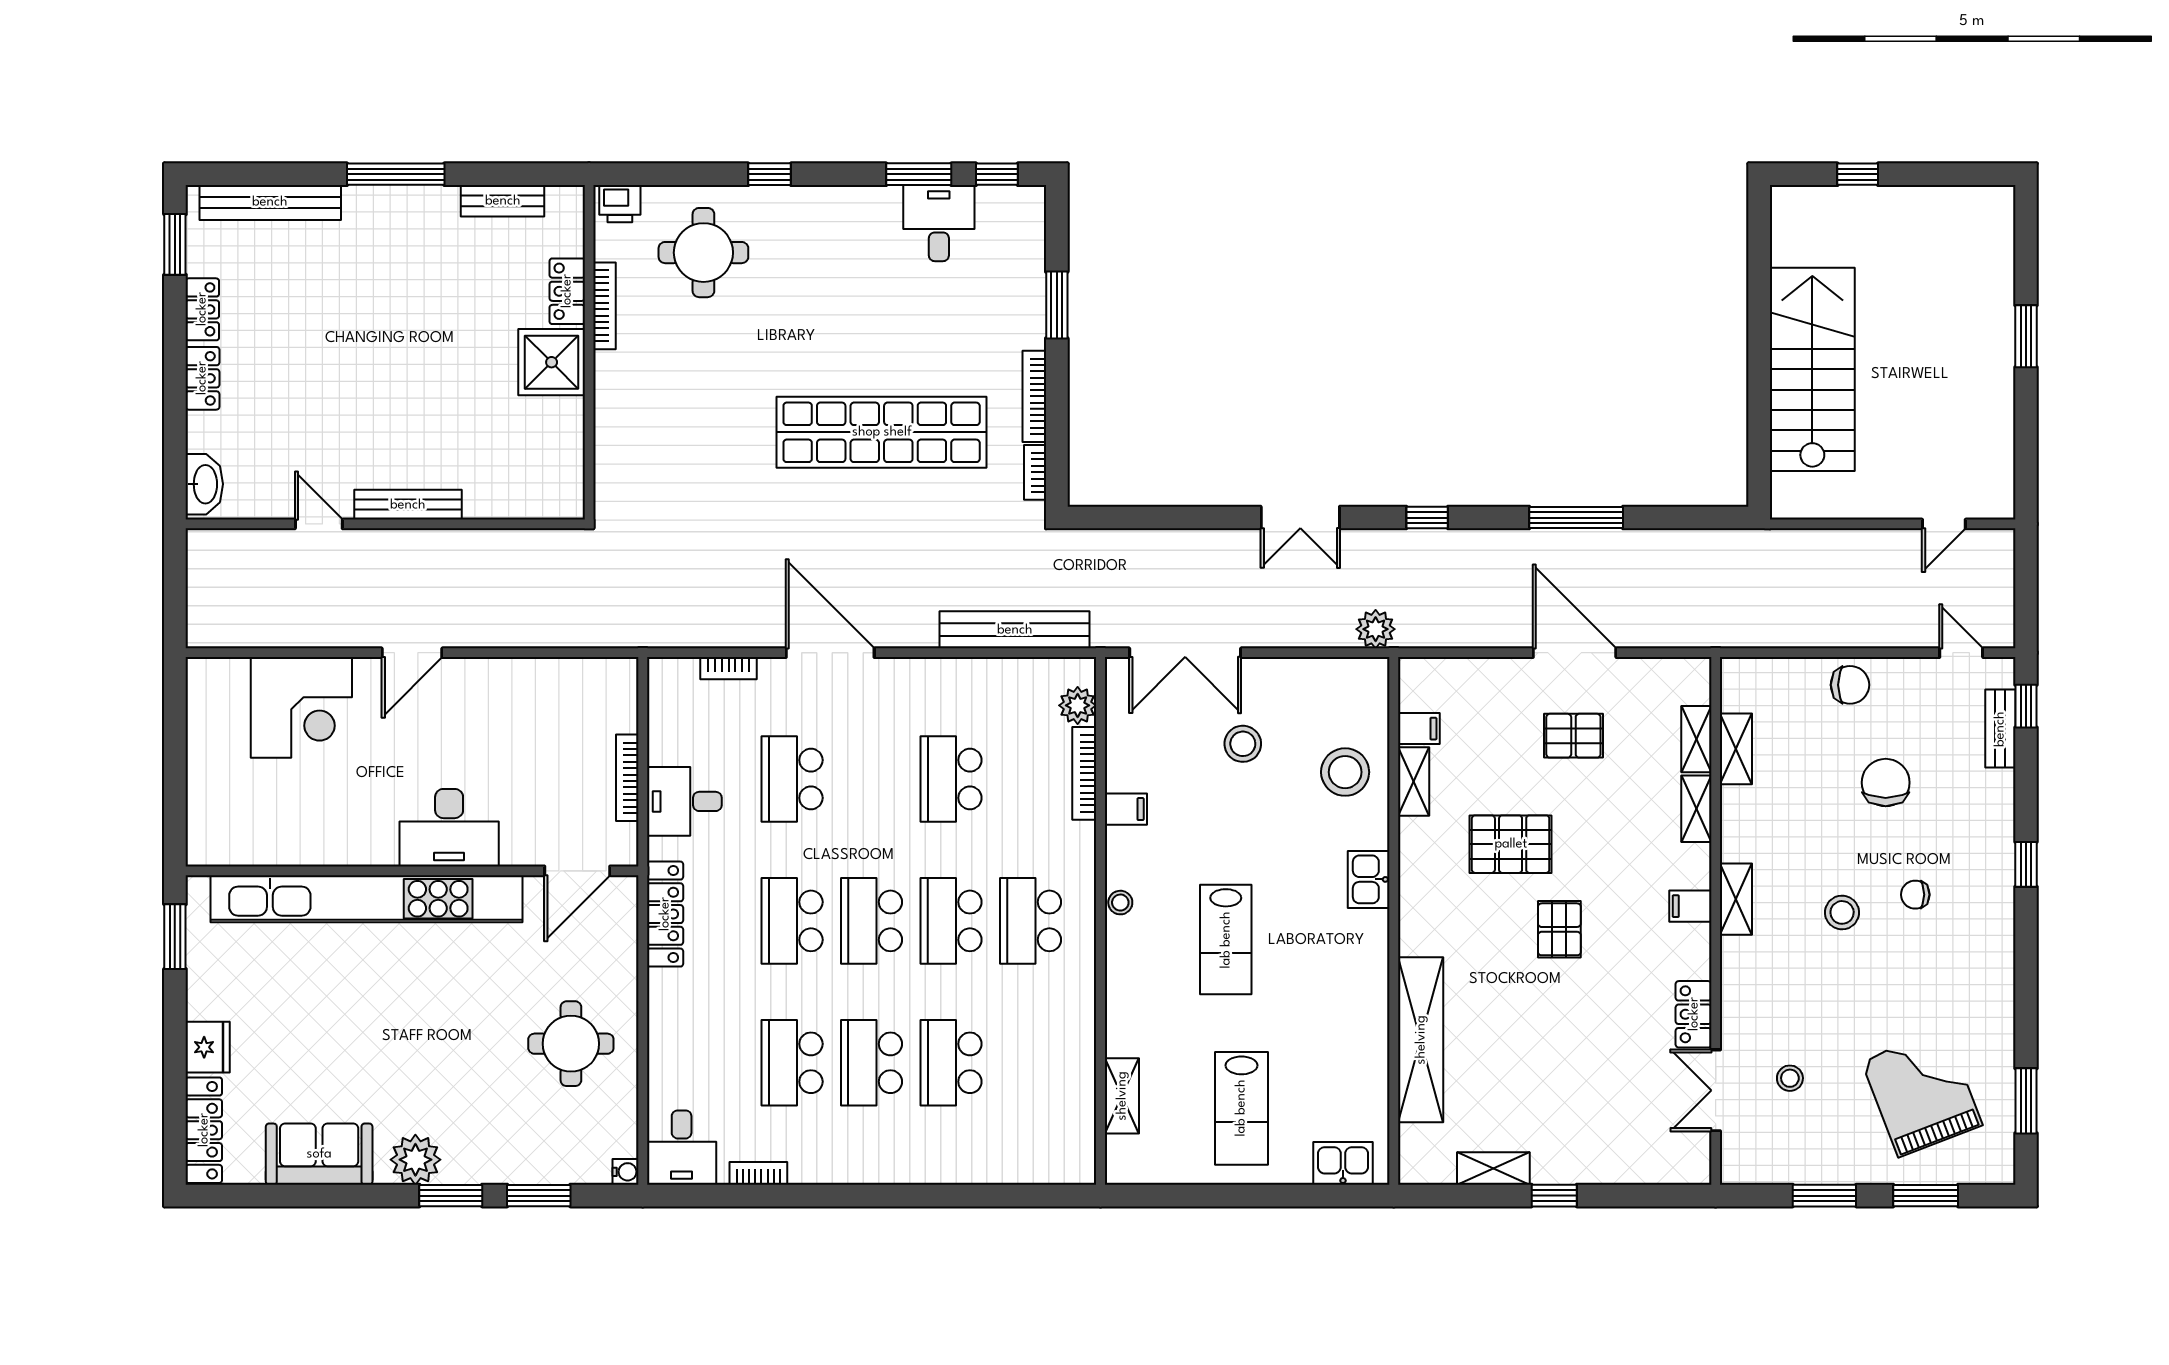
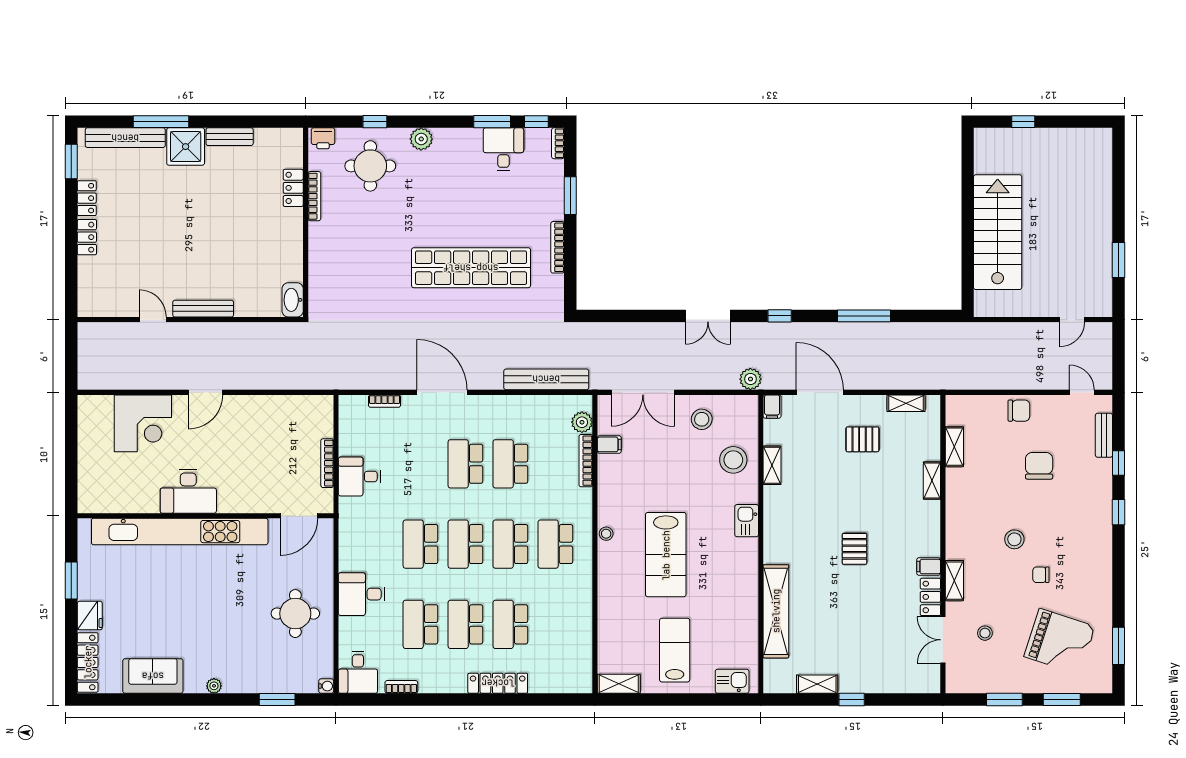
window: (396, 174) -> (161, 122), moved
window: (770, 174) -> (375, 122), moved
bench: (503, 201) -> (230, 137), moved
plant: (793, 205) -> (421, 139), added
window: (2026, 336) -> (1118, 260), moved
shower: (552, 362) -> (186, 147), moved
bookcase: (1035, 472) -> (558, 143), moved
washbasin: (204, 484) -> (293, 300), moved, turned 180
door: (1575, 653) -> (820, 392), moved
window: (2026, 706) -> (1118, 463), moved
filing cabinet: (1419, 729) -> (772, 407), moved, turned 90
shelving: (1696, 739) -> (906, 403), moved, turned 90
stool: (1243, 744) -> (702, 419), moved
school desk: (792, 779) -> (465, 464), moved
filing cabinet: (1126, 809) -> (609, 444), moved
desk: (449, 828) -> (188, 491), moved
pallet: (1511, 844) -> (827, 501), removed
chair: (1915, 895) -> (1041, 575), moved
shelving: (1736, 899) -> (954, 581), moved
filing cabinet: (1690, 906) -> (929, 567), moved
locker: (665, 914) -> (498, 683), moved, turned -90
window: (175, 937) -> (71, 580), moved
lab bench: (1226, 940) -> (666, 555), width x1.36, depth x1.39
desk: (688, 1009) -> (362, 594), added
grand piano: (1922, 1093) -> (1060, 641), turned 129
shelving: (1122, 1096) -> (619, 684), moved, turned 90
lab bench: (1241, 1108) -> (675, 650), turned 180
plant: (415, 1160) -> (214, 686), width x0.53, depth x0.53
window: (451, 1196) -> (227, 699), removed

